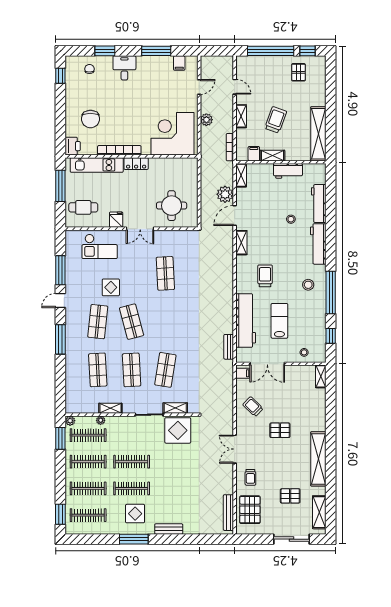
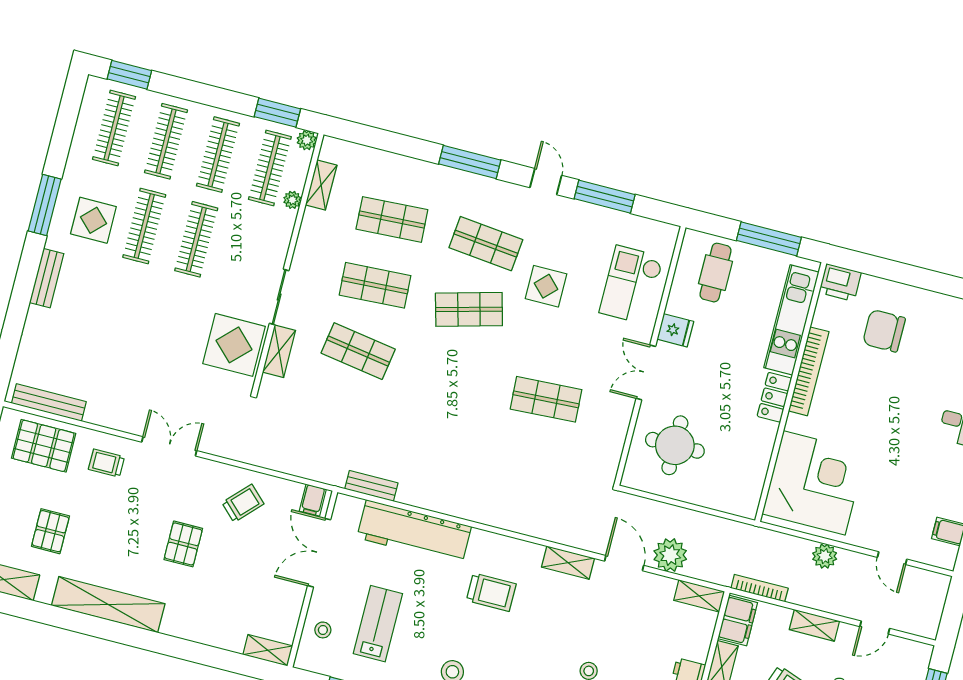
filing cabinet: (254, 154) -> (738, 621), width x2.00
lab bench: (279, 321) -> (378, 624), moved, turned -90
shelving: (110, 408) -> (321, 185), moved

